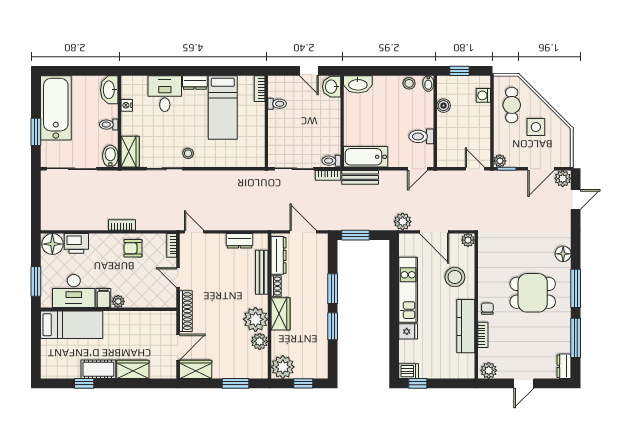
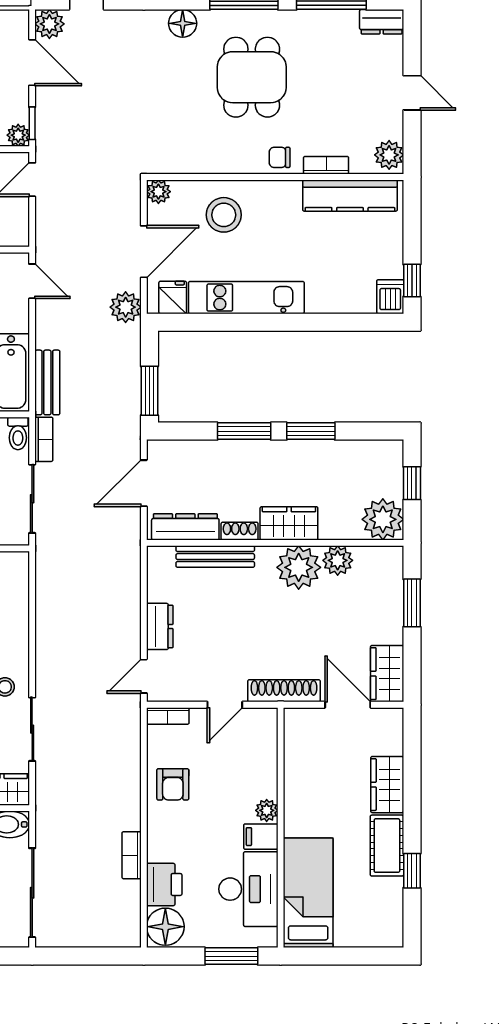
bookcase: (122, 225) -> (132, 855), moved
dresser: (239, 241) -> (160, 626), moved
kitchen counter: (466, 326) -> (350, 196), moved
fridge: (408, 331) -> (173, 297), moved

